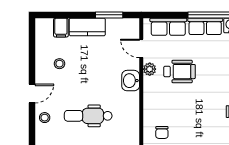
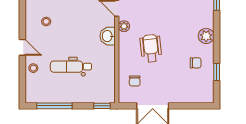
wheelchair: (180, 72) -> (151, 48), moved, turned -96
door: (32, 94) -> (22, 47), hinge flipped

